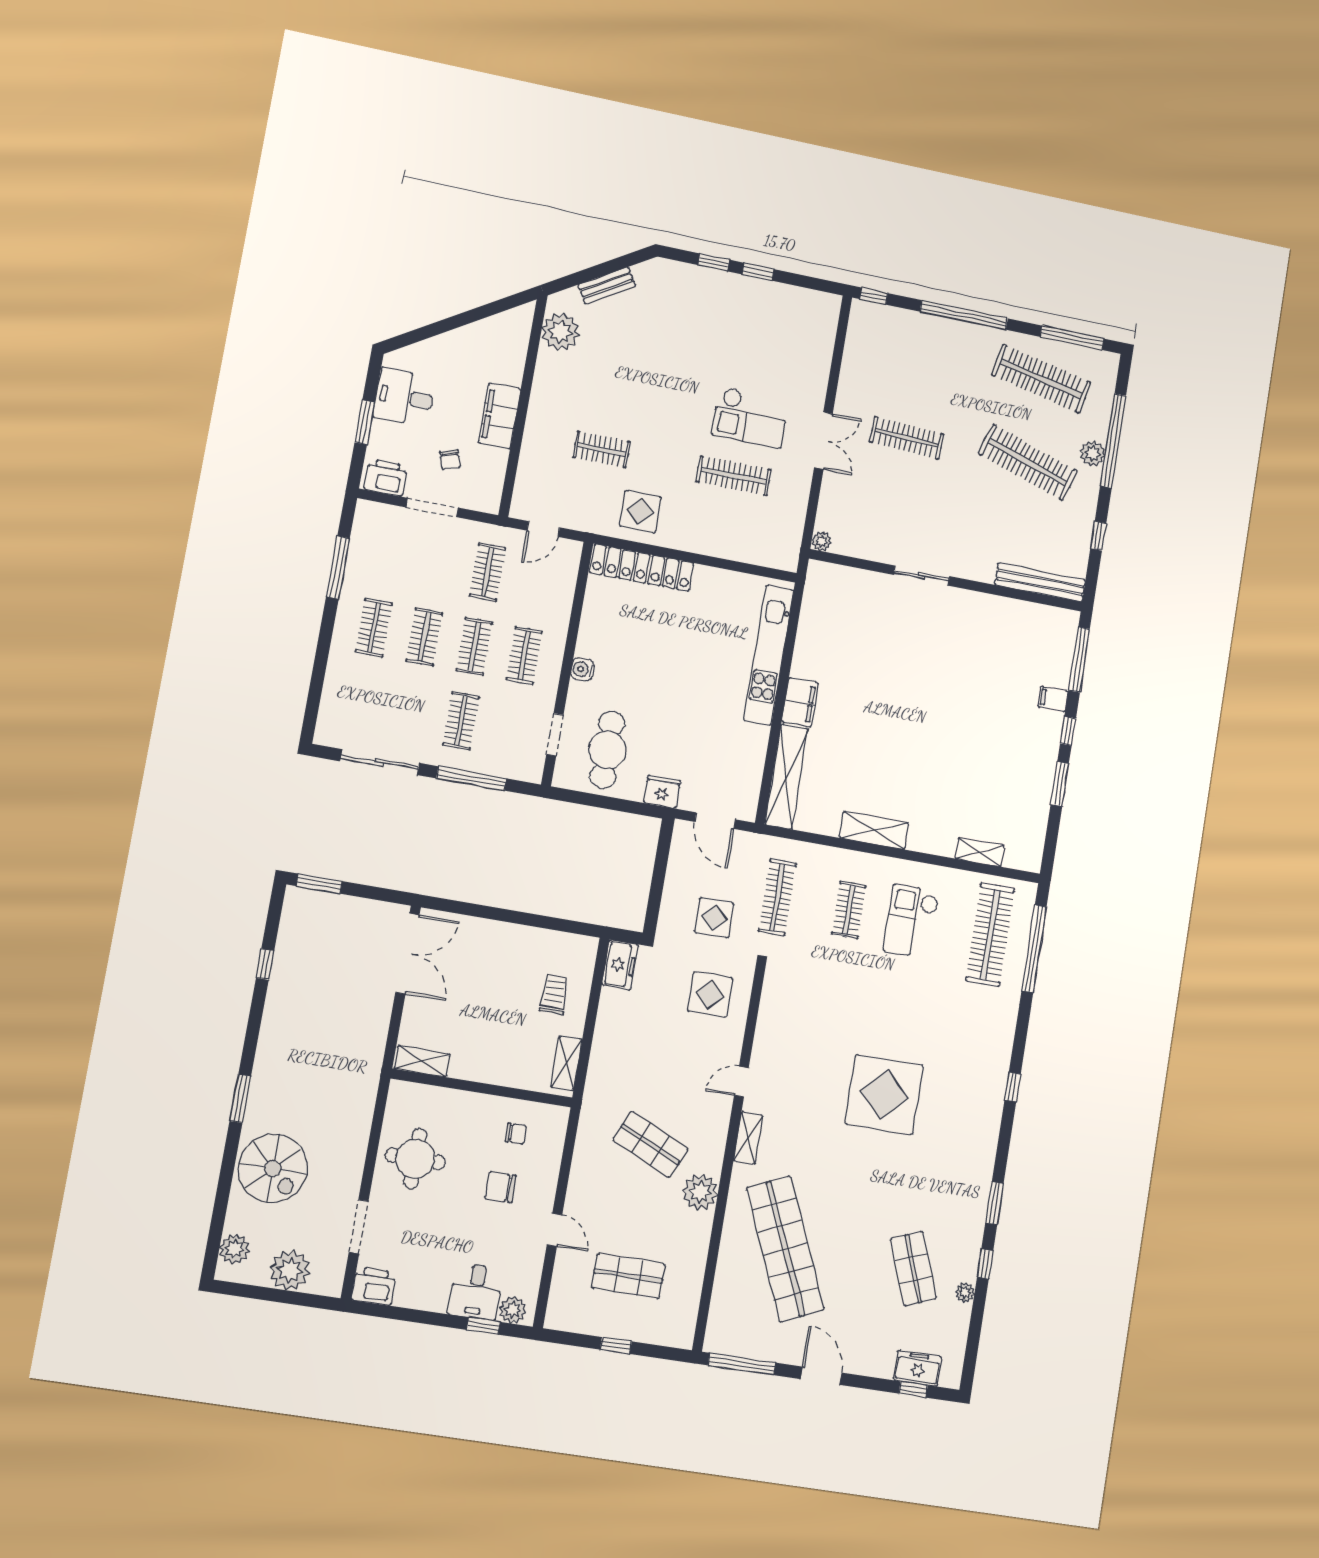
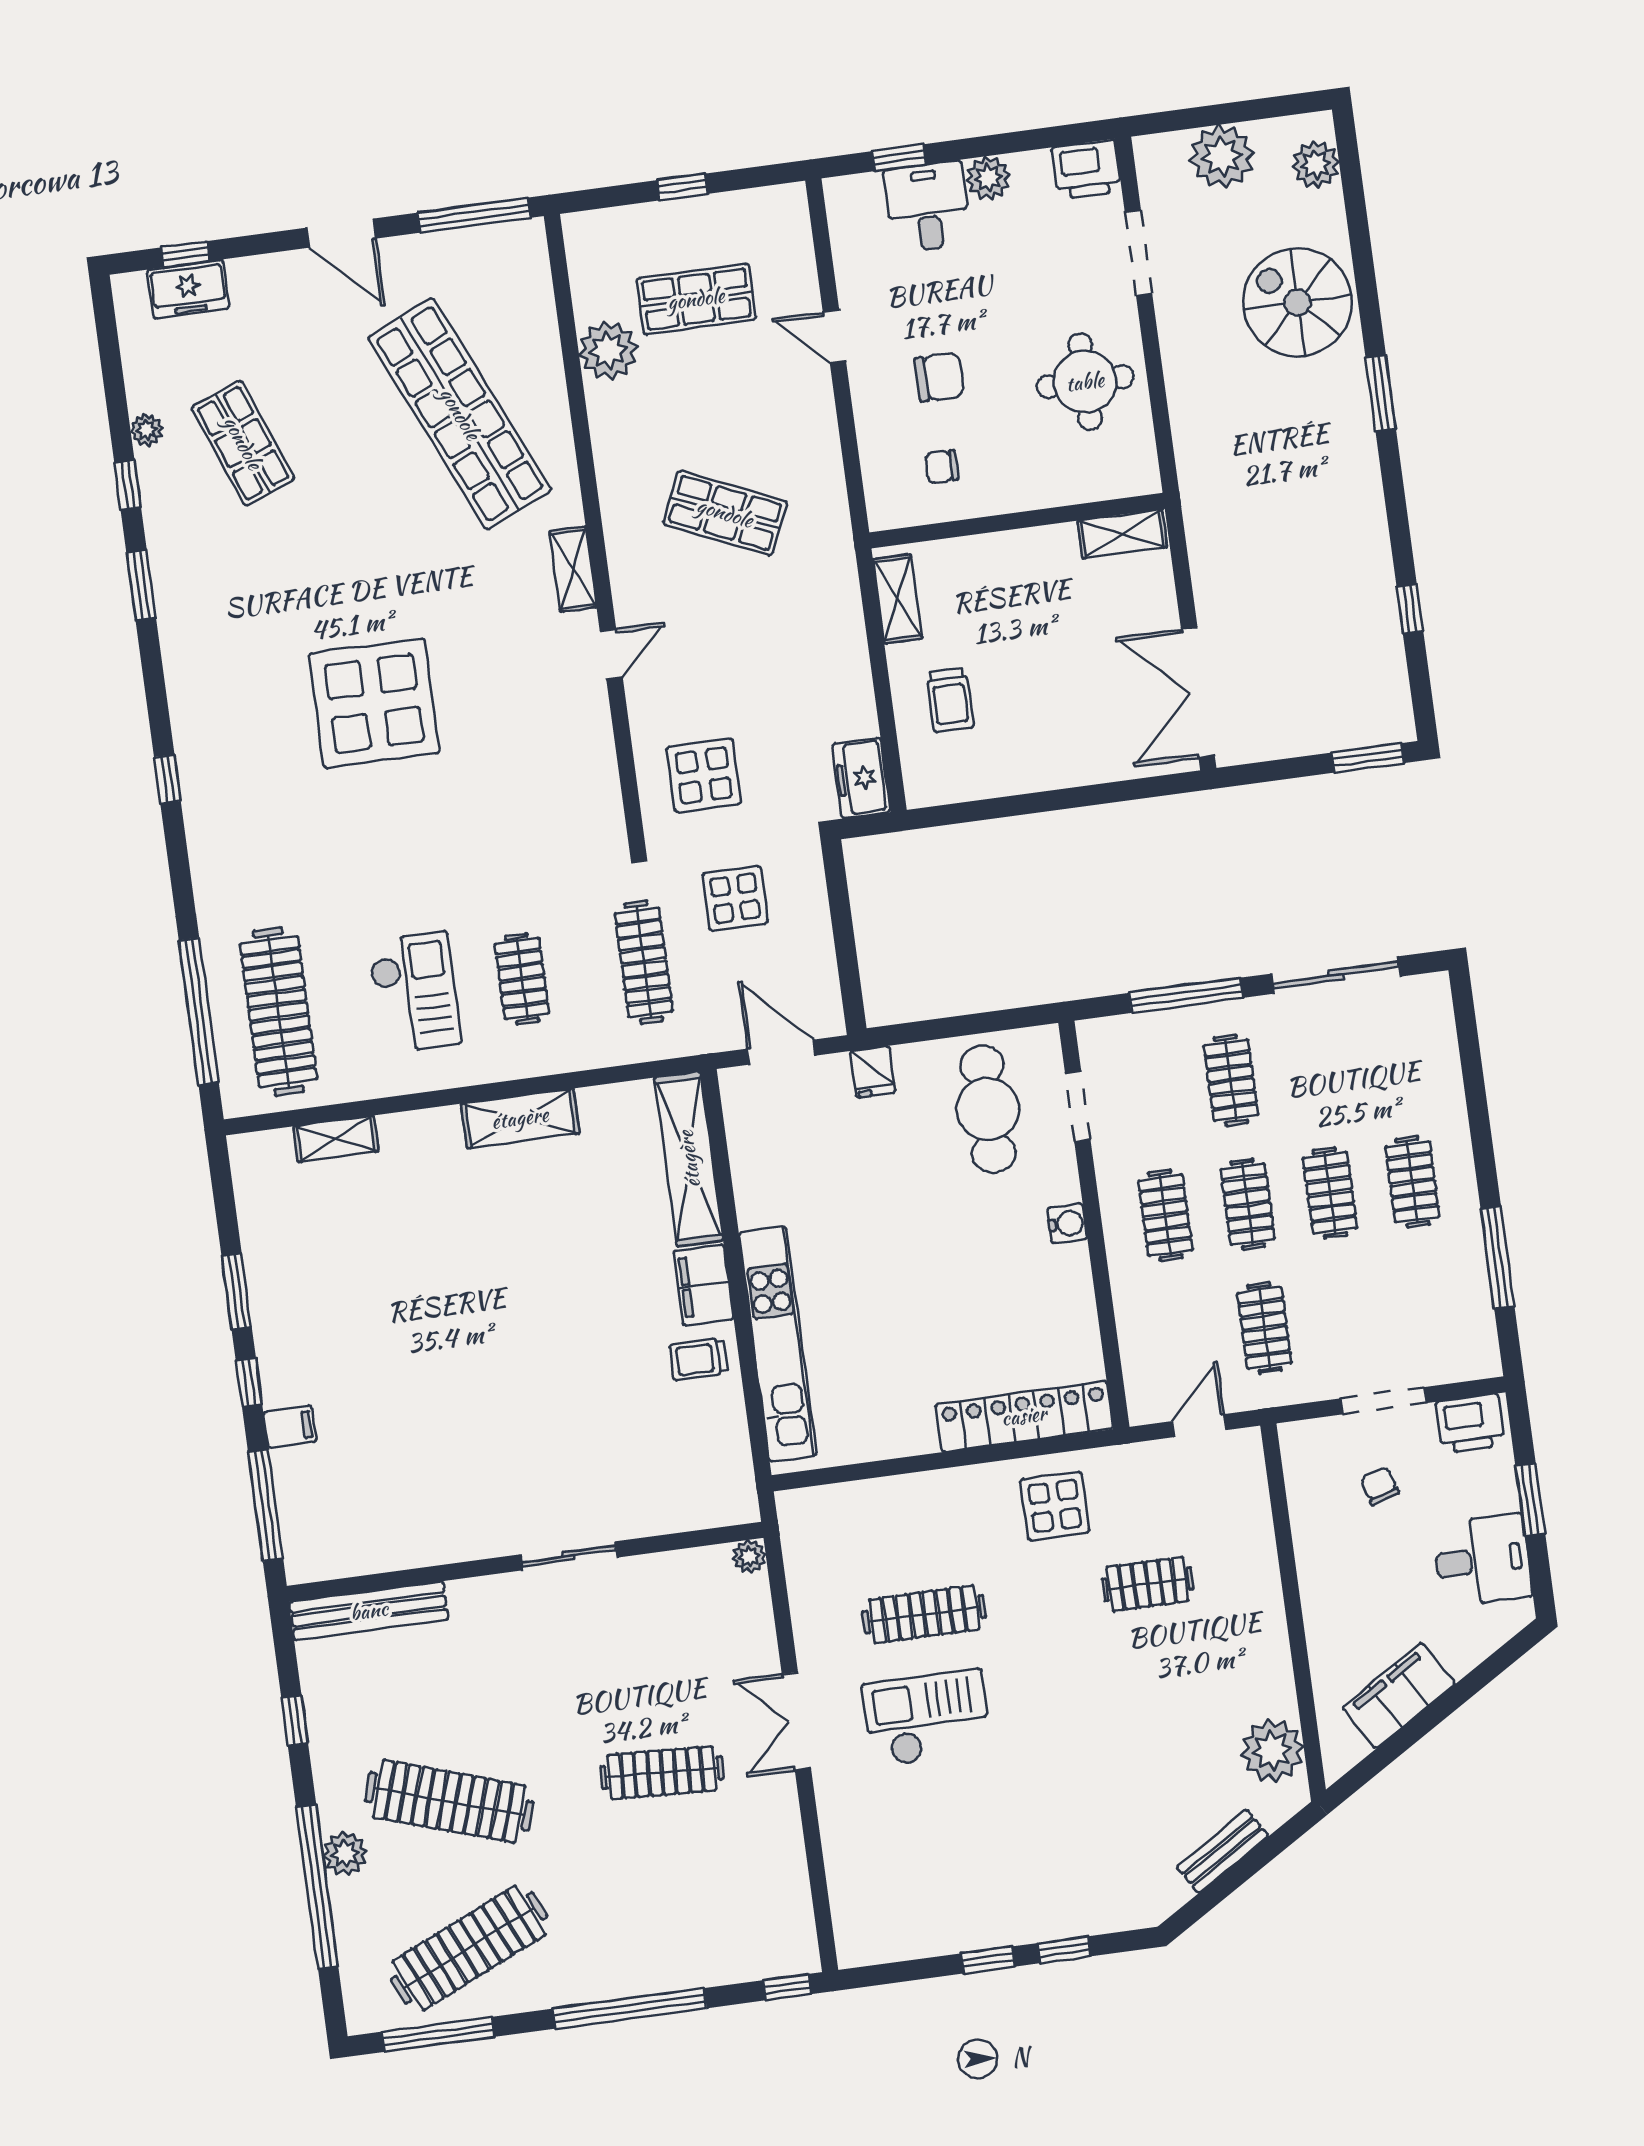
clothes rail: (1041, 379) -> (469, 1948), turned -36
filing cabinet: (500, 416) -> (1399, 1696), moved, turned -121
trolley: (816, 661) -> (699, 1359), added
fridge: (662, 792) -> (873, 1072), width x0.72
plant: (700, 1192) -> (608, 351), moved
plant: (513, 1310) -> (988, 178), moved

